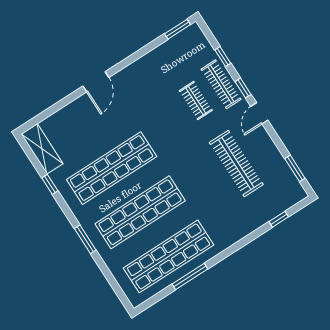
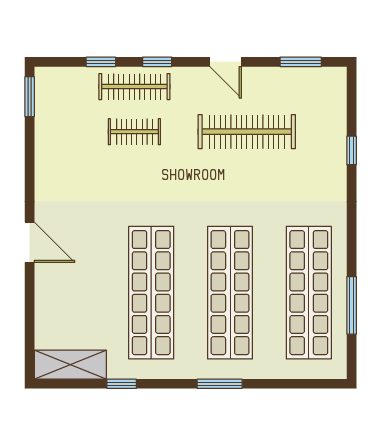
door: (259, 113) -> (226, 62), moved
window: (279, 219) -> (352, 150), moved
window: (190, 277) -> (352, 305), moved

